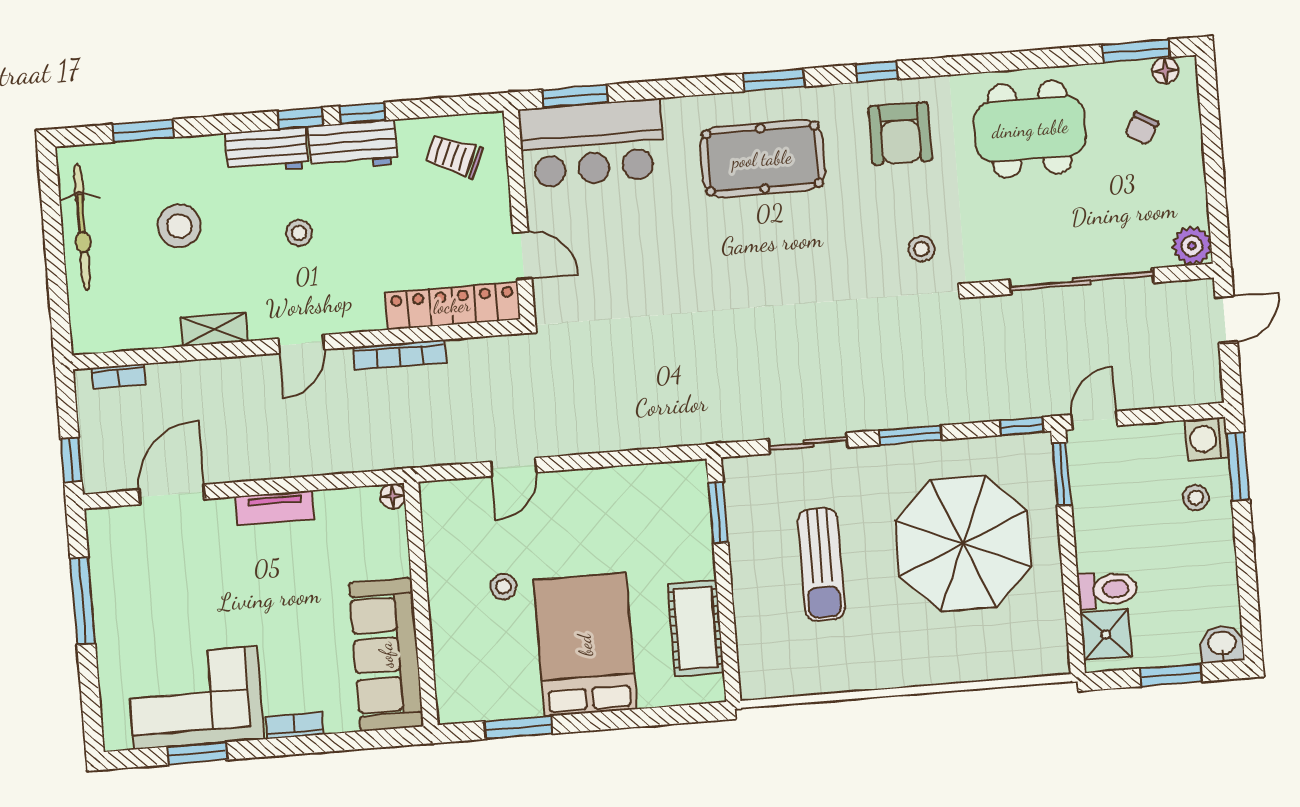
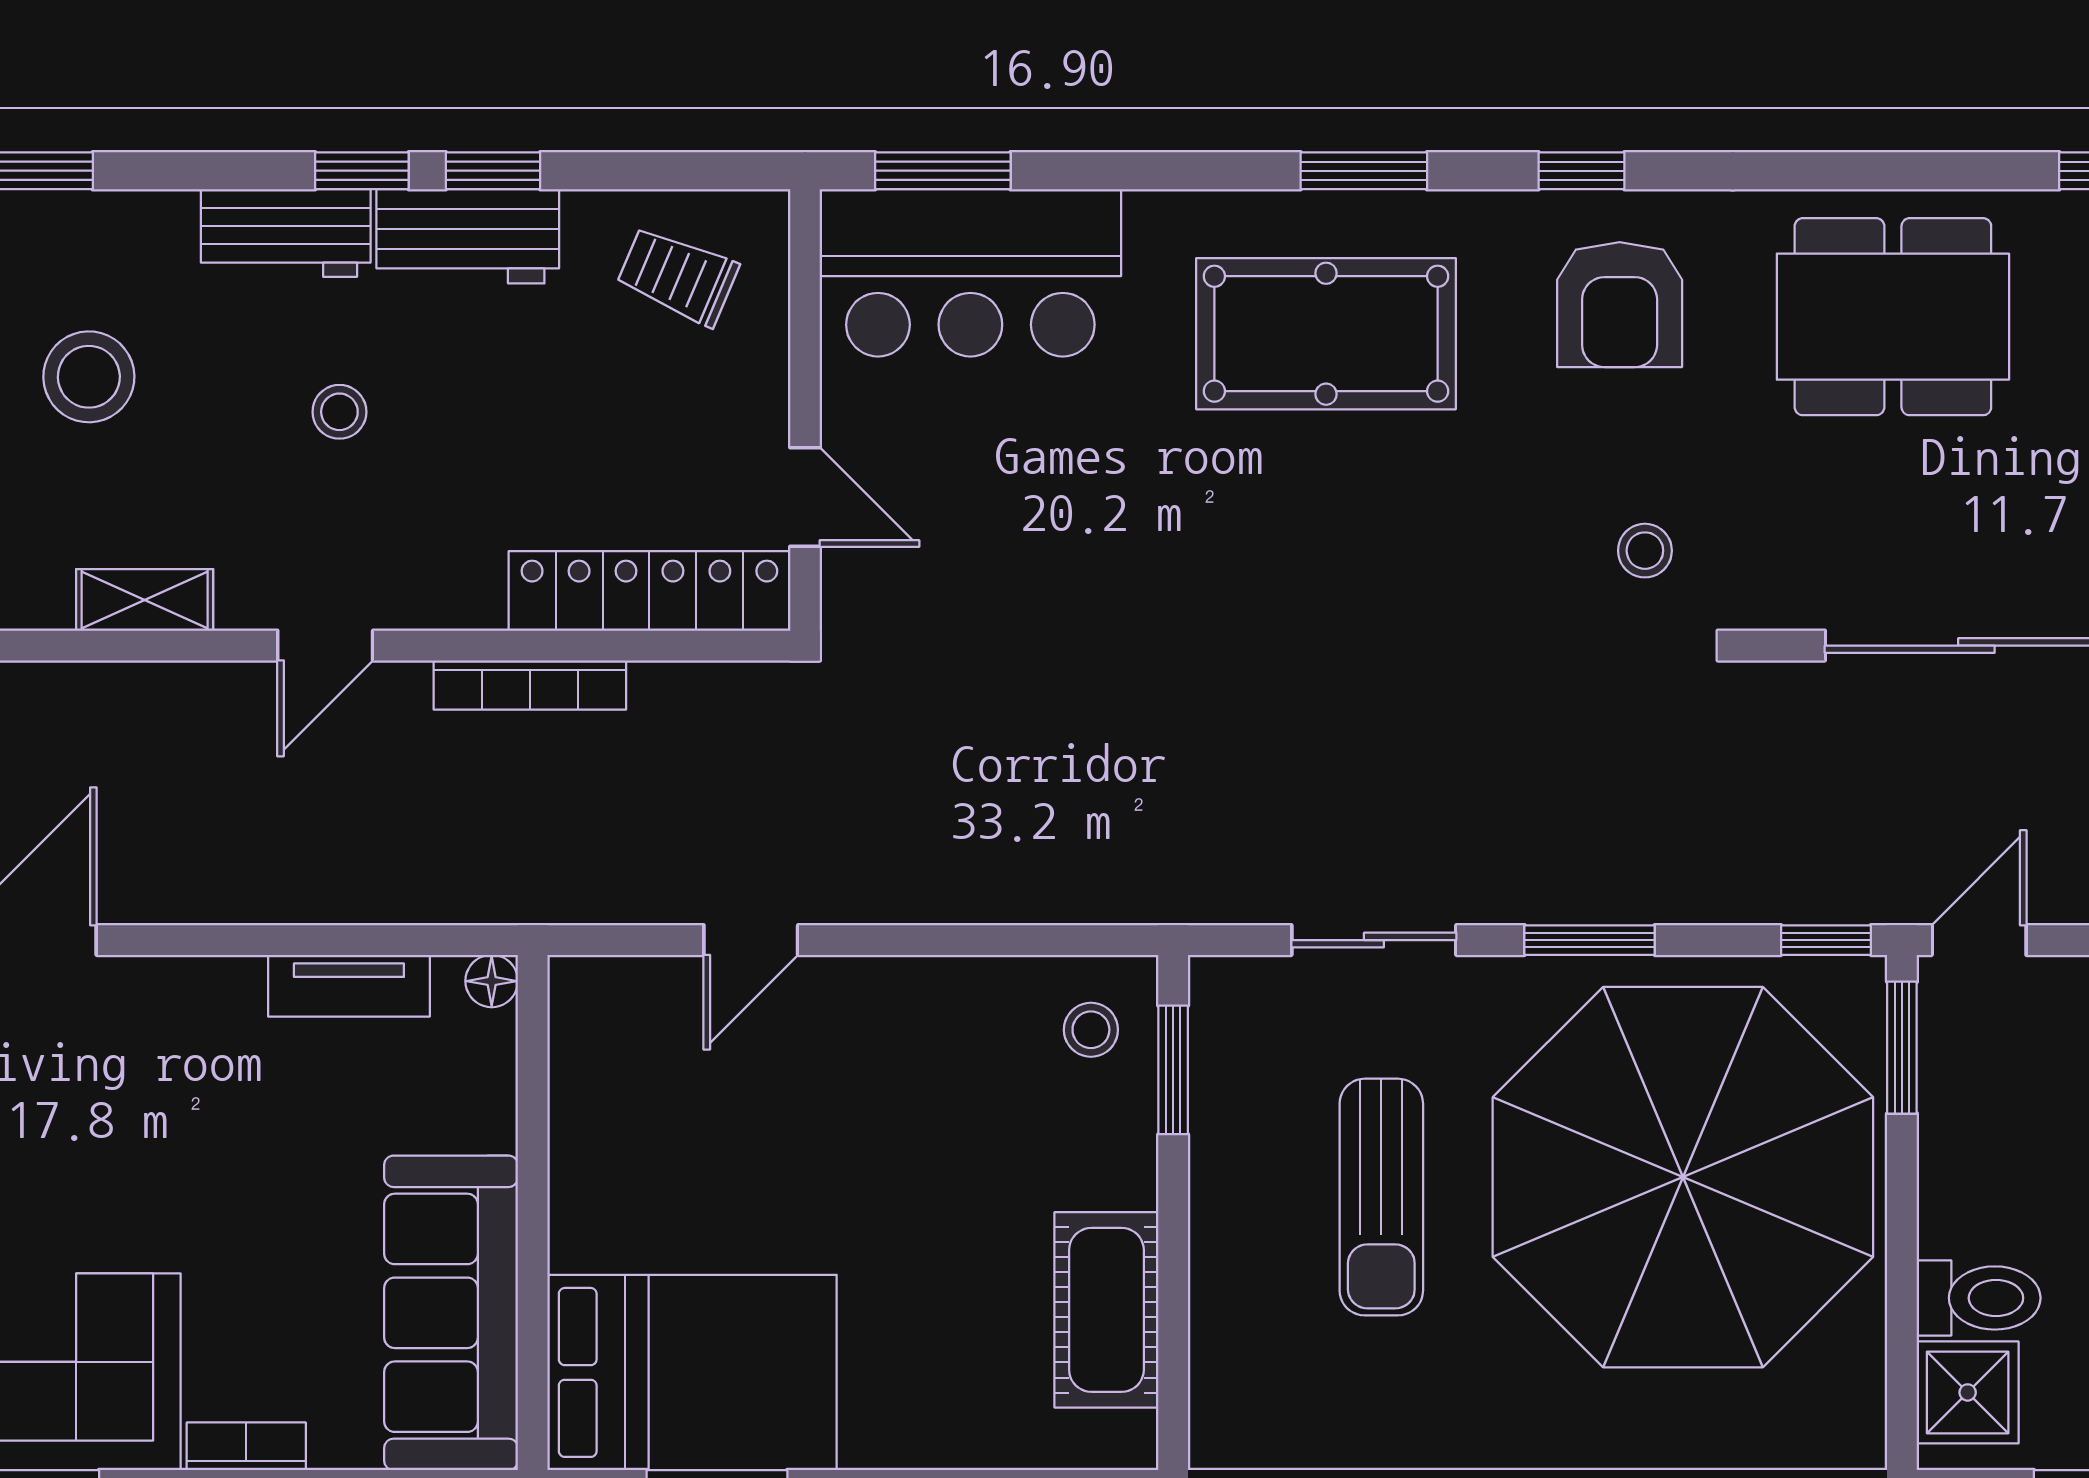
tv unit: (275, 508) -> (349, 986), moved
parasol: (963, 544) -> (1683, 1177), width x1.36, depth x1.36
stool: (504, 587) -> (1091, 1030), moved
bed: (585, 645) -> (692, 1372), moved, turned 90

